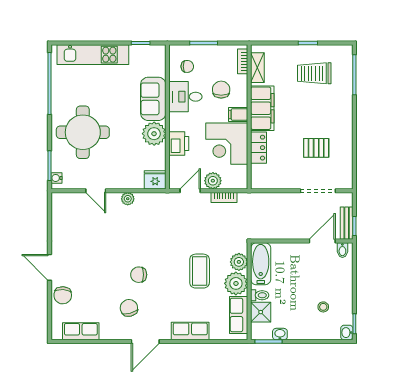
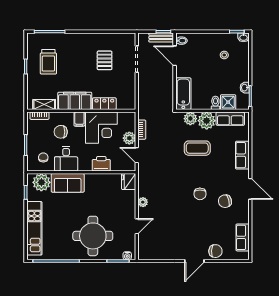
plant: (154, 134) -> (41, 182), moved
bathtub: (261, 264) -> (183, 94), moved, turned 90

